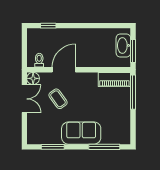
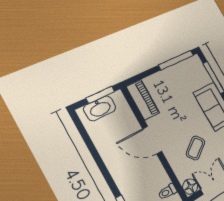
door: (64, 70) -> (152, 140), moved
window: (133, 92) -> (176, 60), moved

